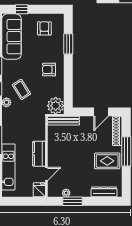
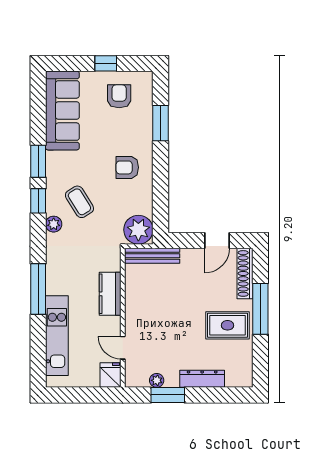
window: (22, 9) -> (106, 63), moved
kitchen counter: (39, 154) -> (110, 294), moved
door: (47, 174) -> (123, 348), swing flipped
dresser: (104, 192) -> (202, 379), moved

